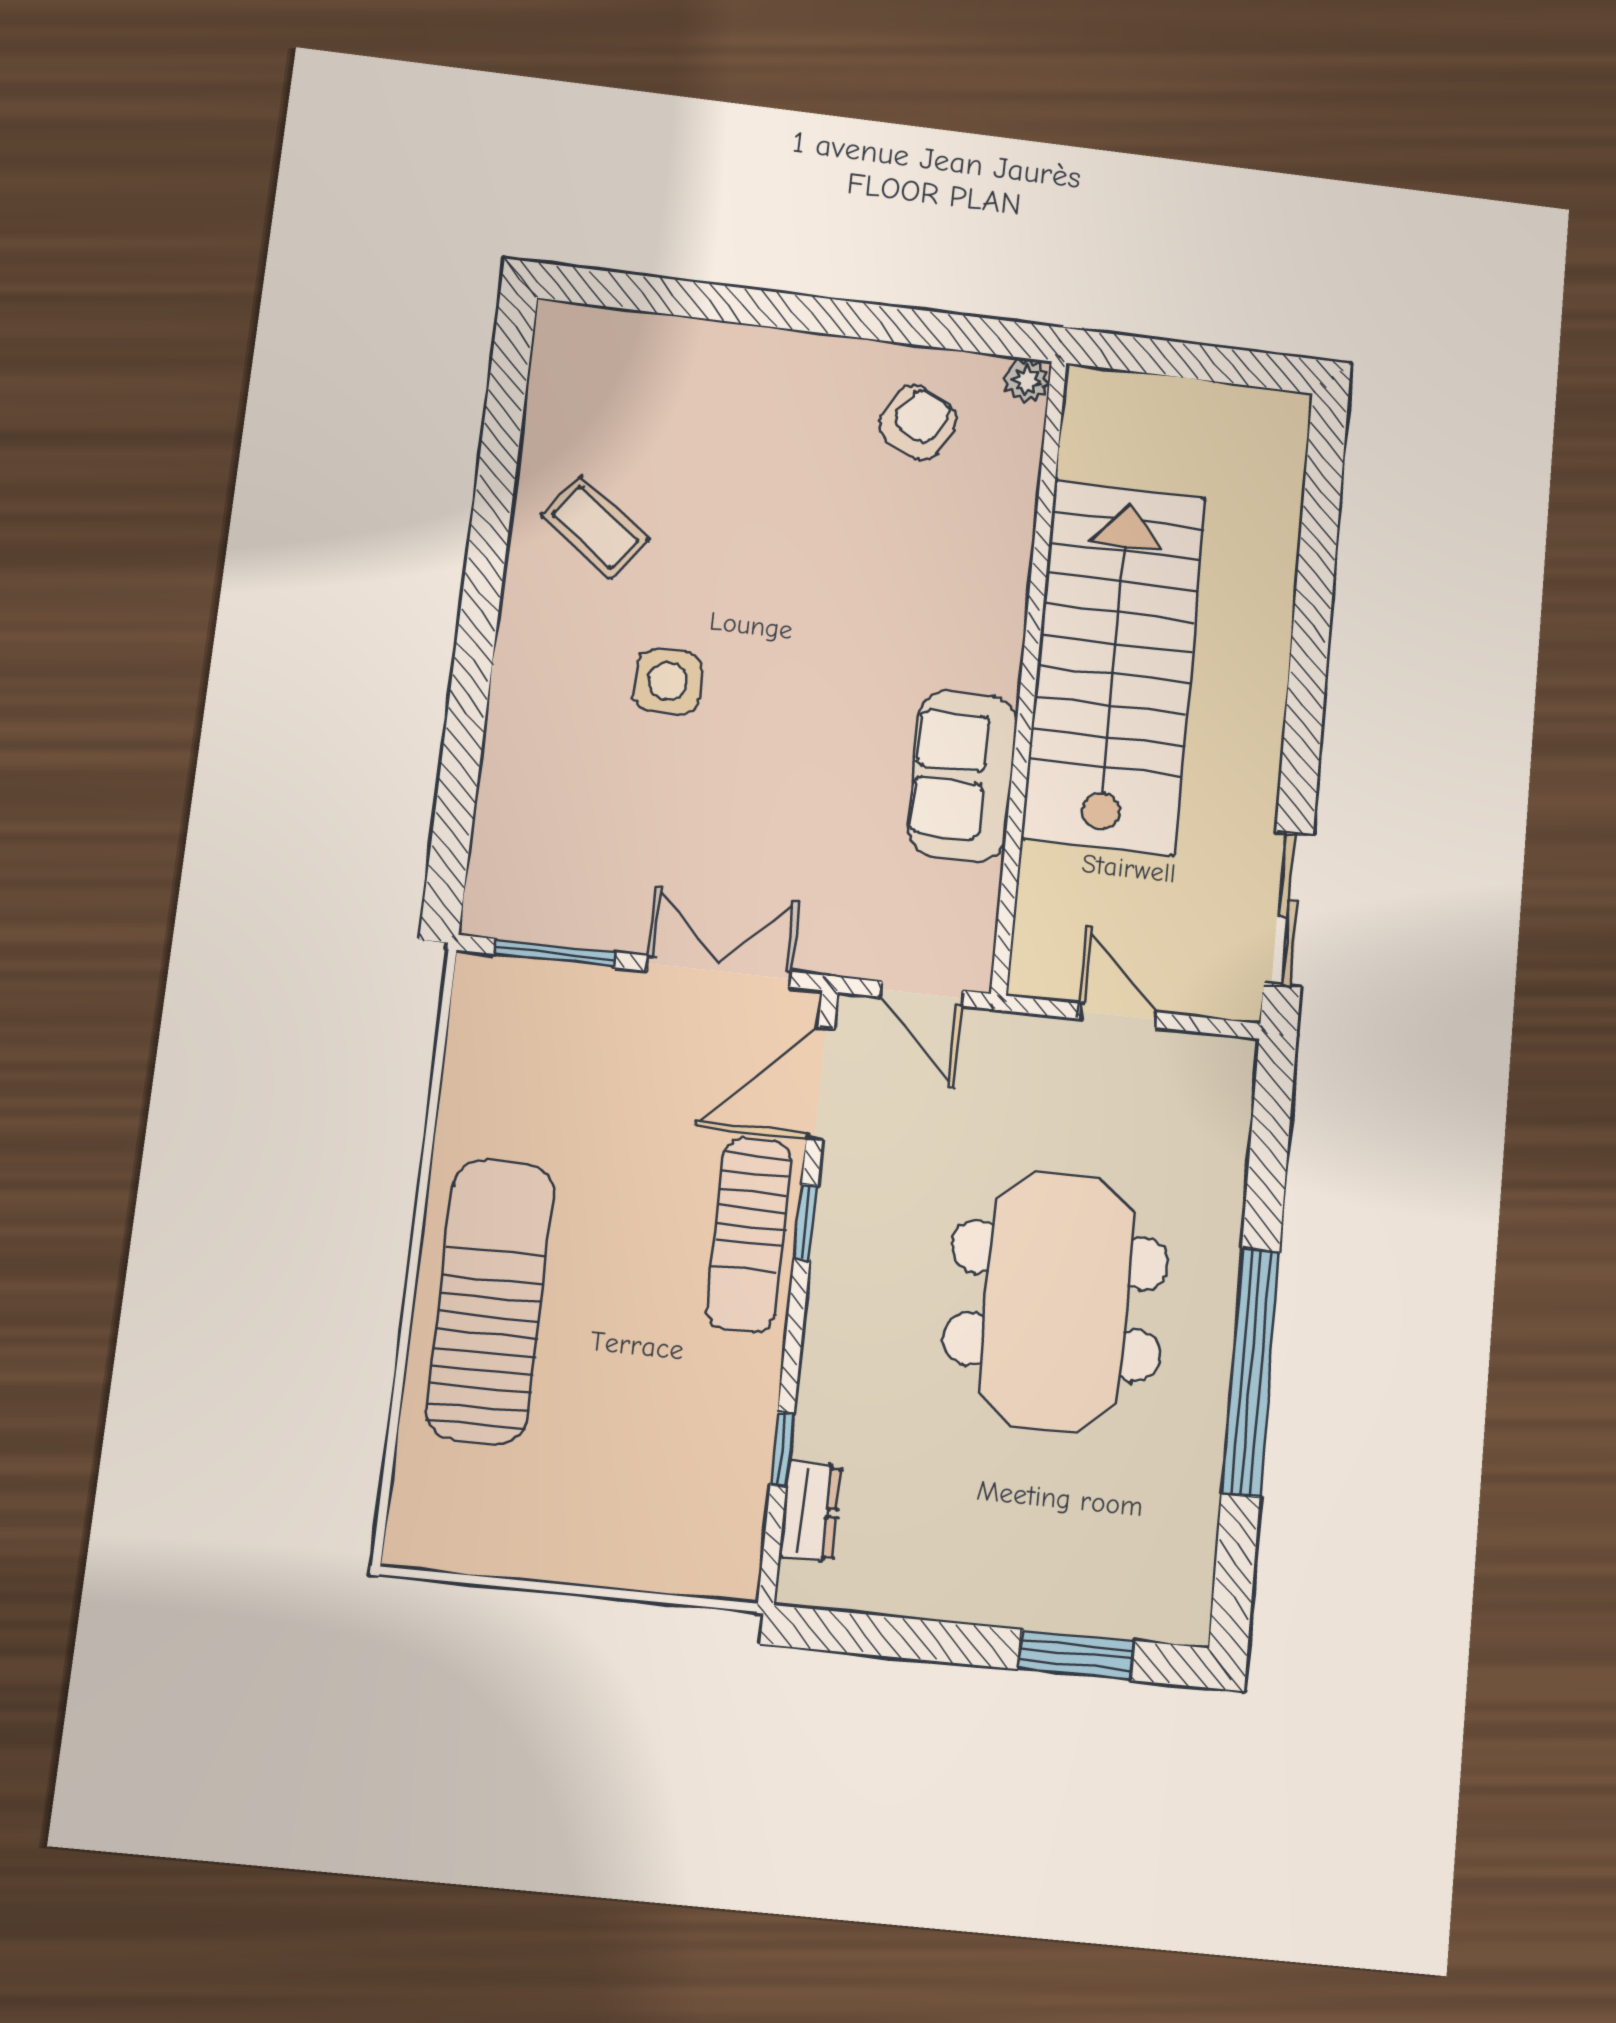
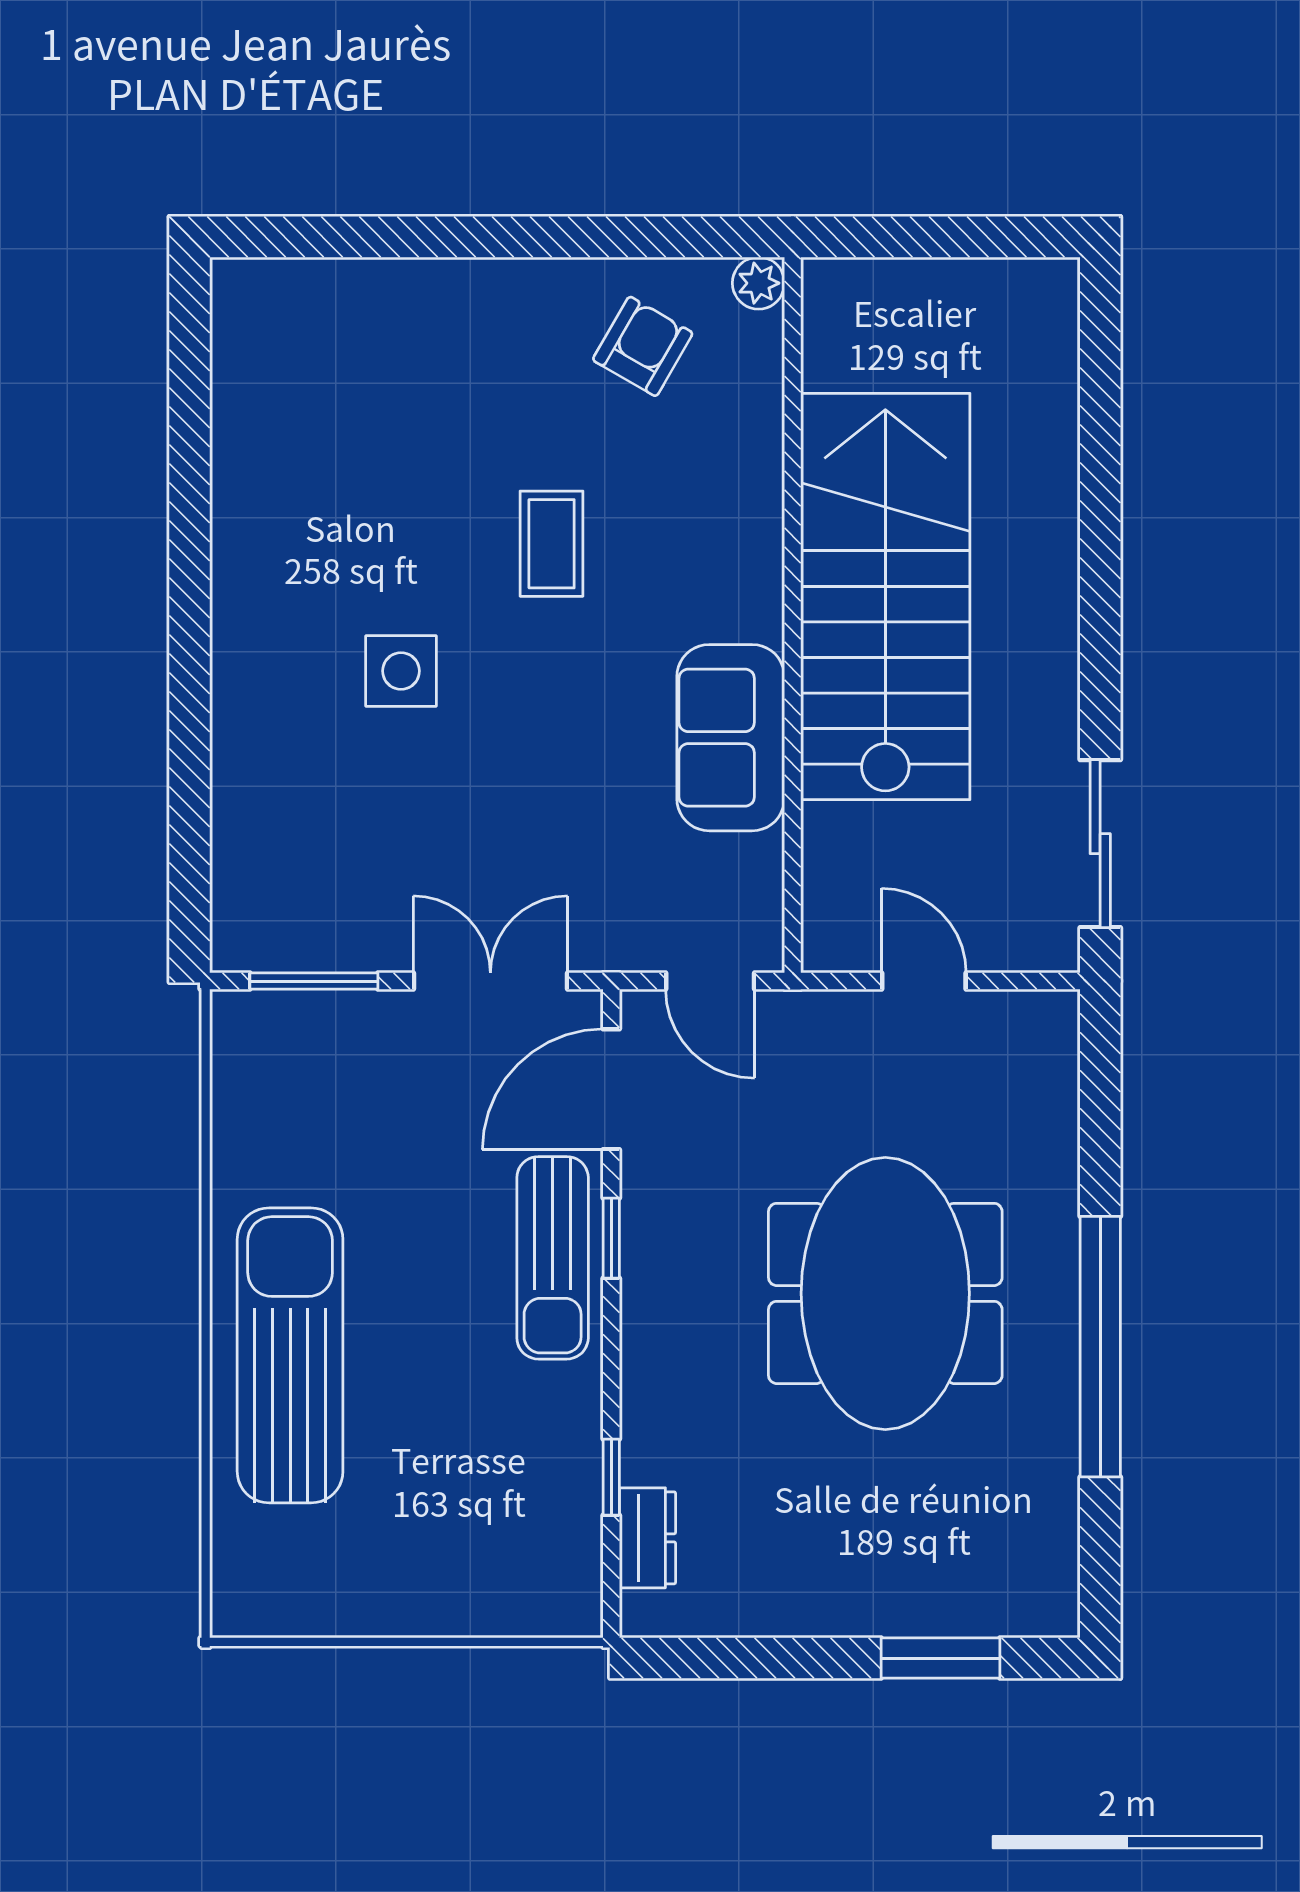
coffee table: (595, 527) -> (552, 544), moved, turned 53

